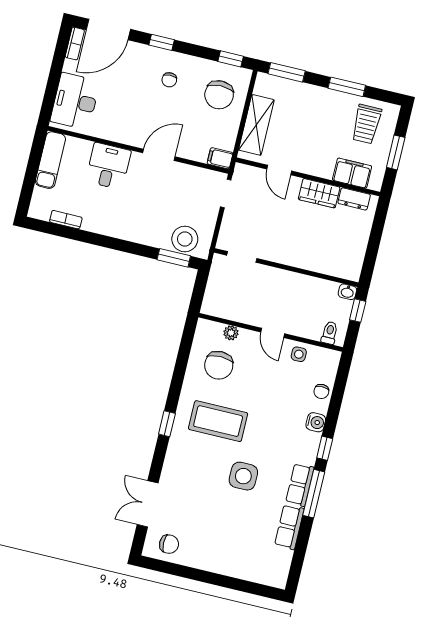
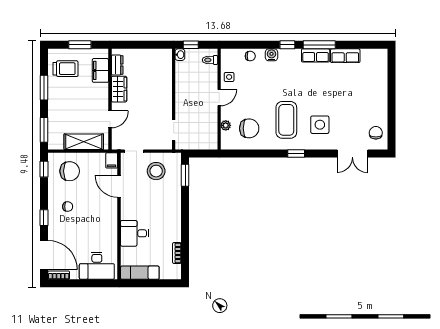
door: (159, 155) -> (119, 186), moved
stool: (185, 239) -> (156, 171), moved
side table: (243, 476) -> (320, 125), moved

